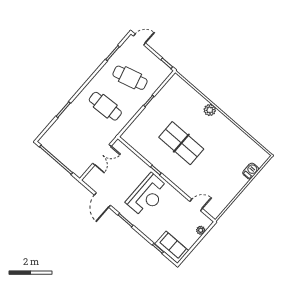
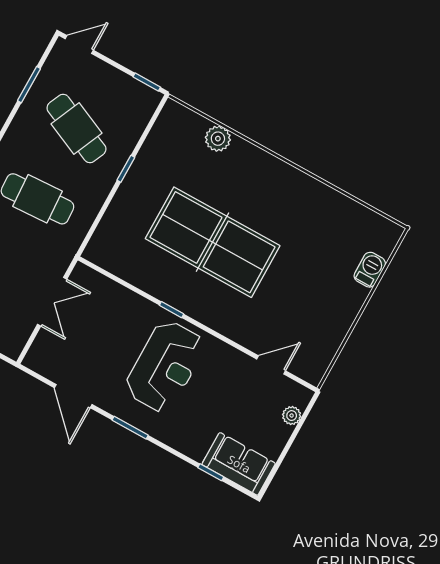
cafe table: (130, 78) -> (76, 128), turned 39
plant: (210, 110) -> (218, 139), moved
table tennis table: (181, 143) -> (213, 242), width x1.36, depth x1.32

